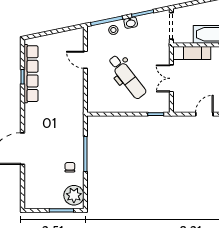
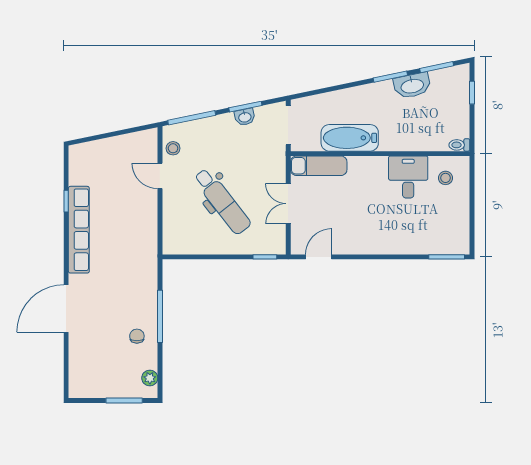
washbasin: (131, 23) -> (245, 117), moved
stool: (113, 30) -> (173, 148), moved
row of seats: (31, 74) -> (79, 230), moved
door: (204, 114) -> (319, 257), moved
plant: (74, 195) -> (150, 378), width x0.53, depth x0.53

